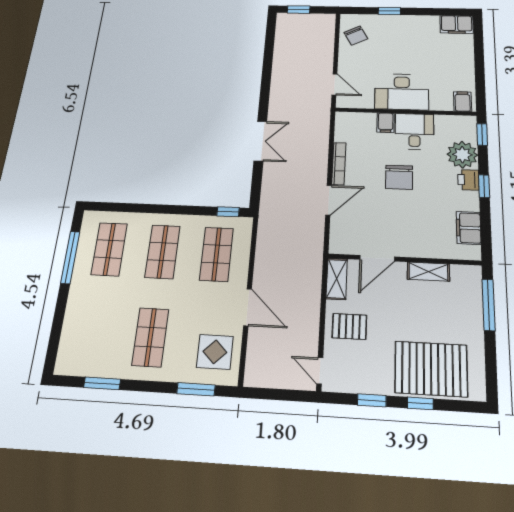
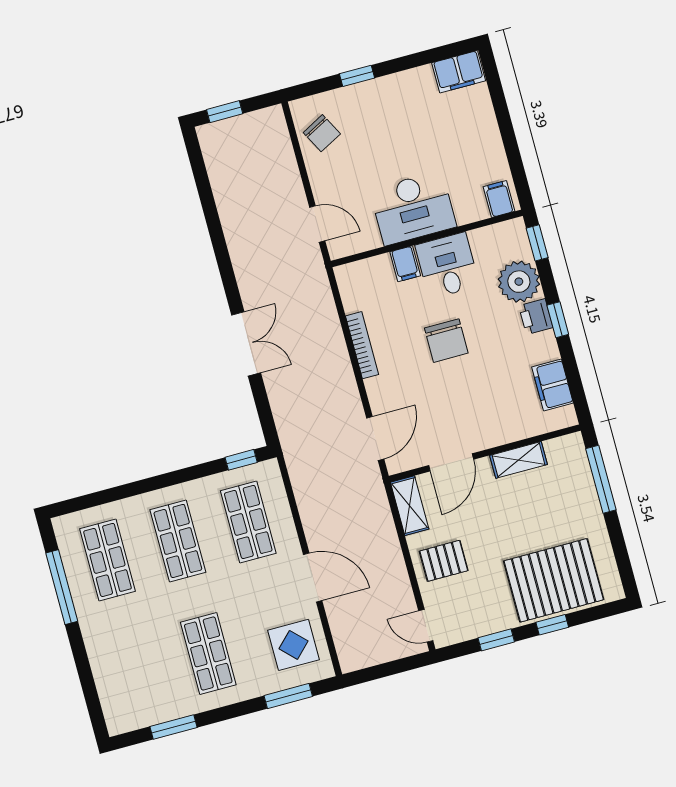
door: (329, 200) -> (375, 438), moved

